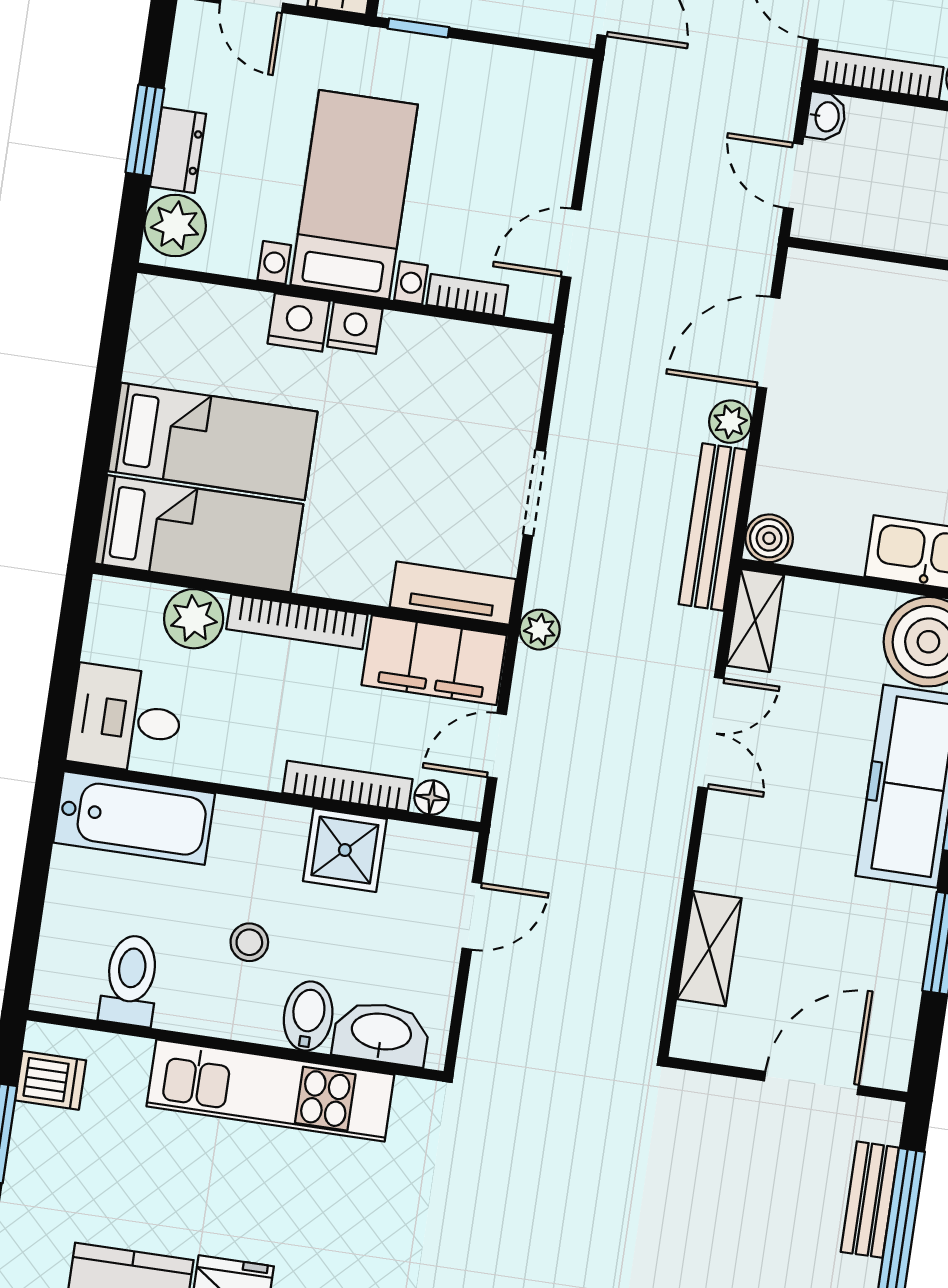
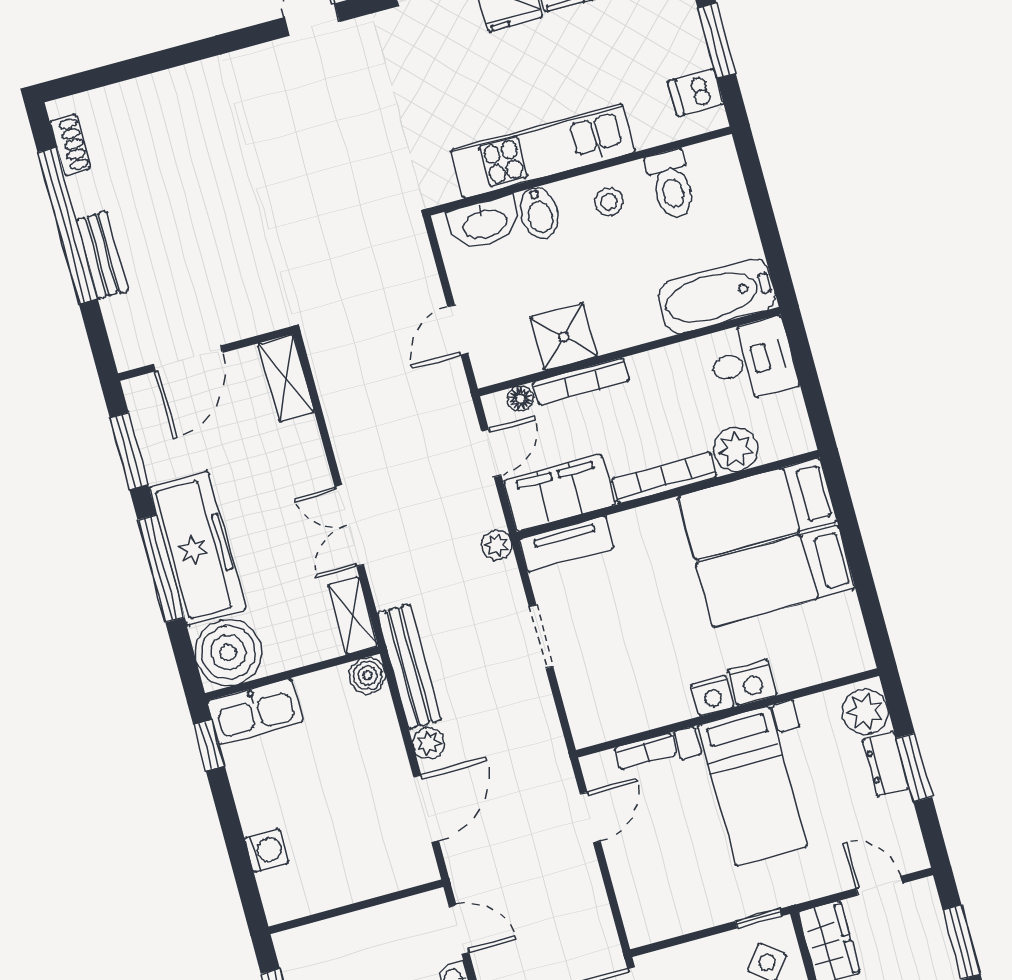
stool: (249, 942) -> (609, 202), moved
wall: (787, 1079) -> (206, 354), moved
door: (811, 1083) -> (188, 358), moved

